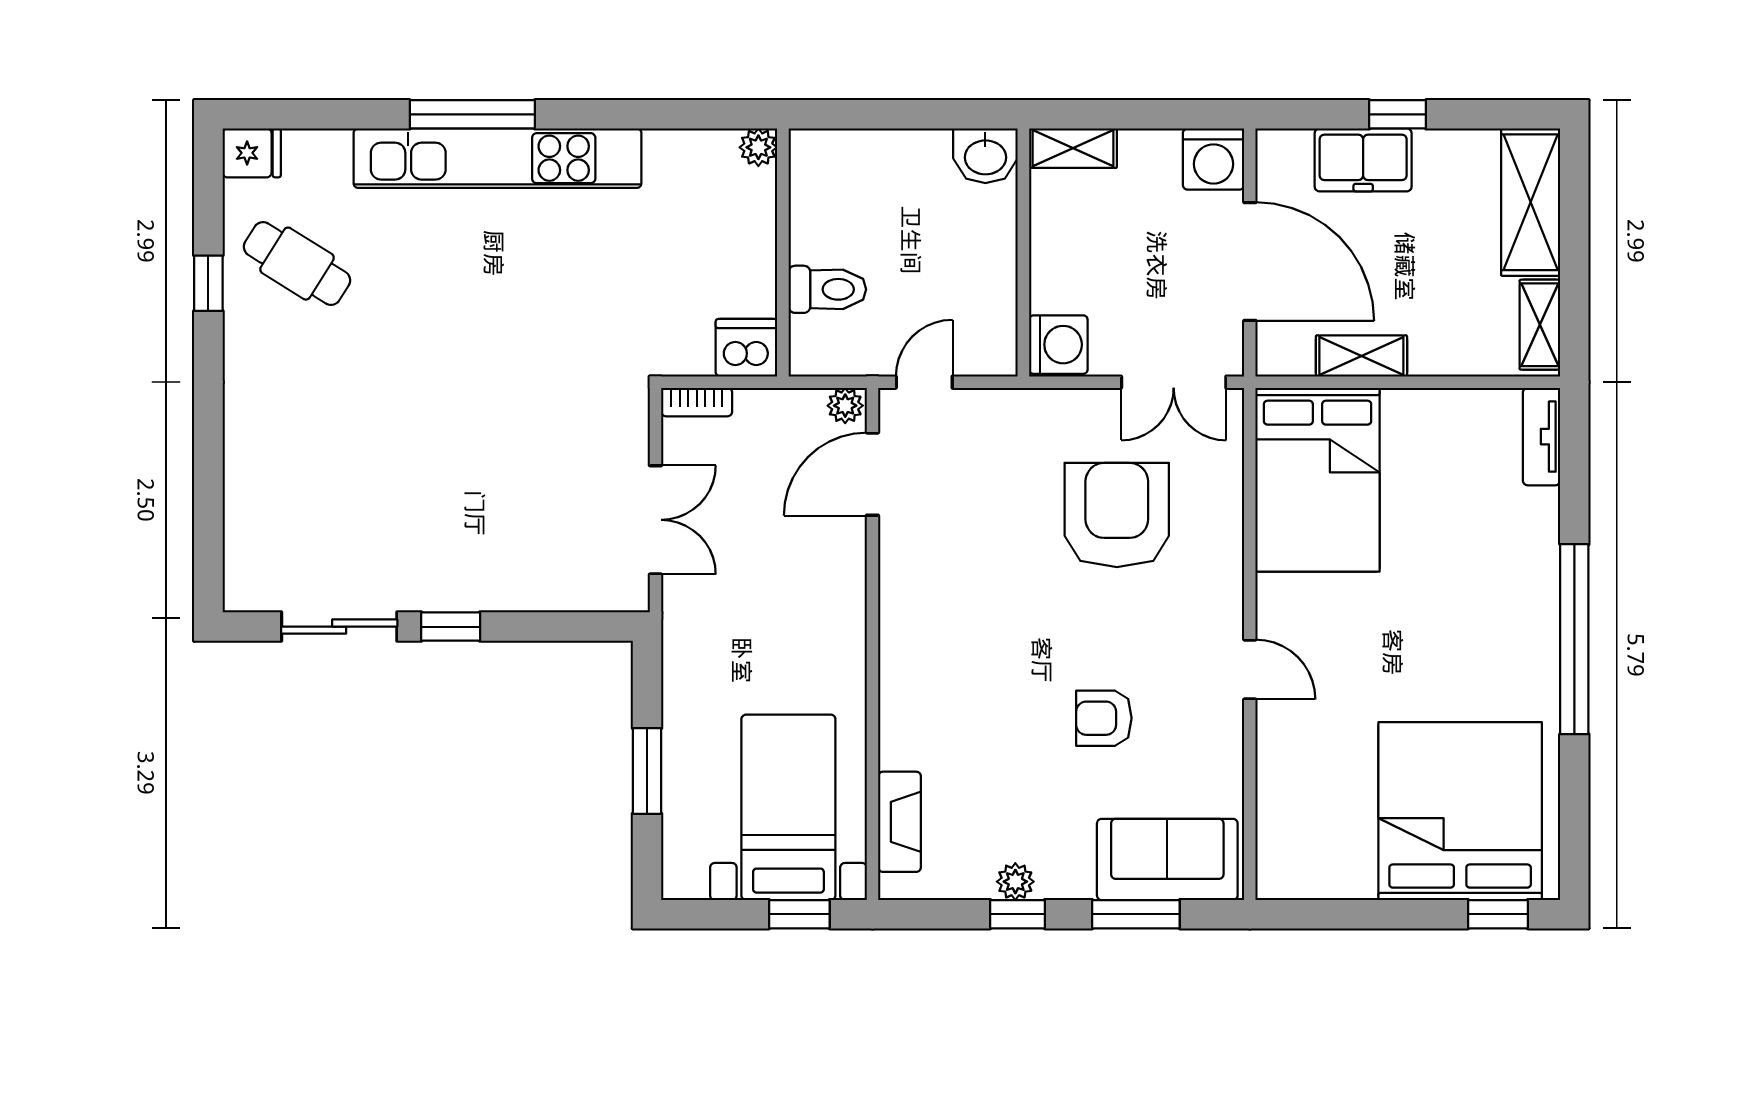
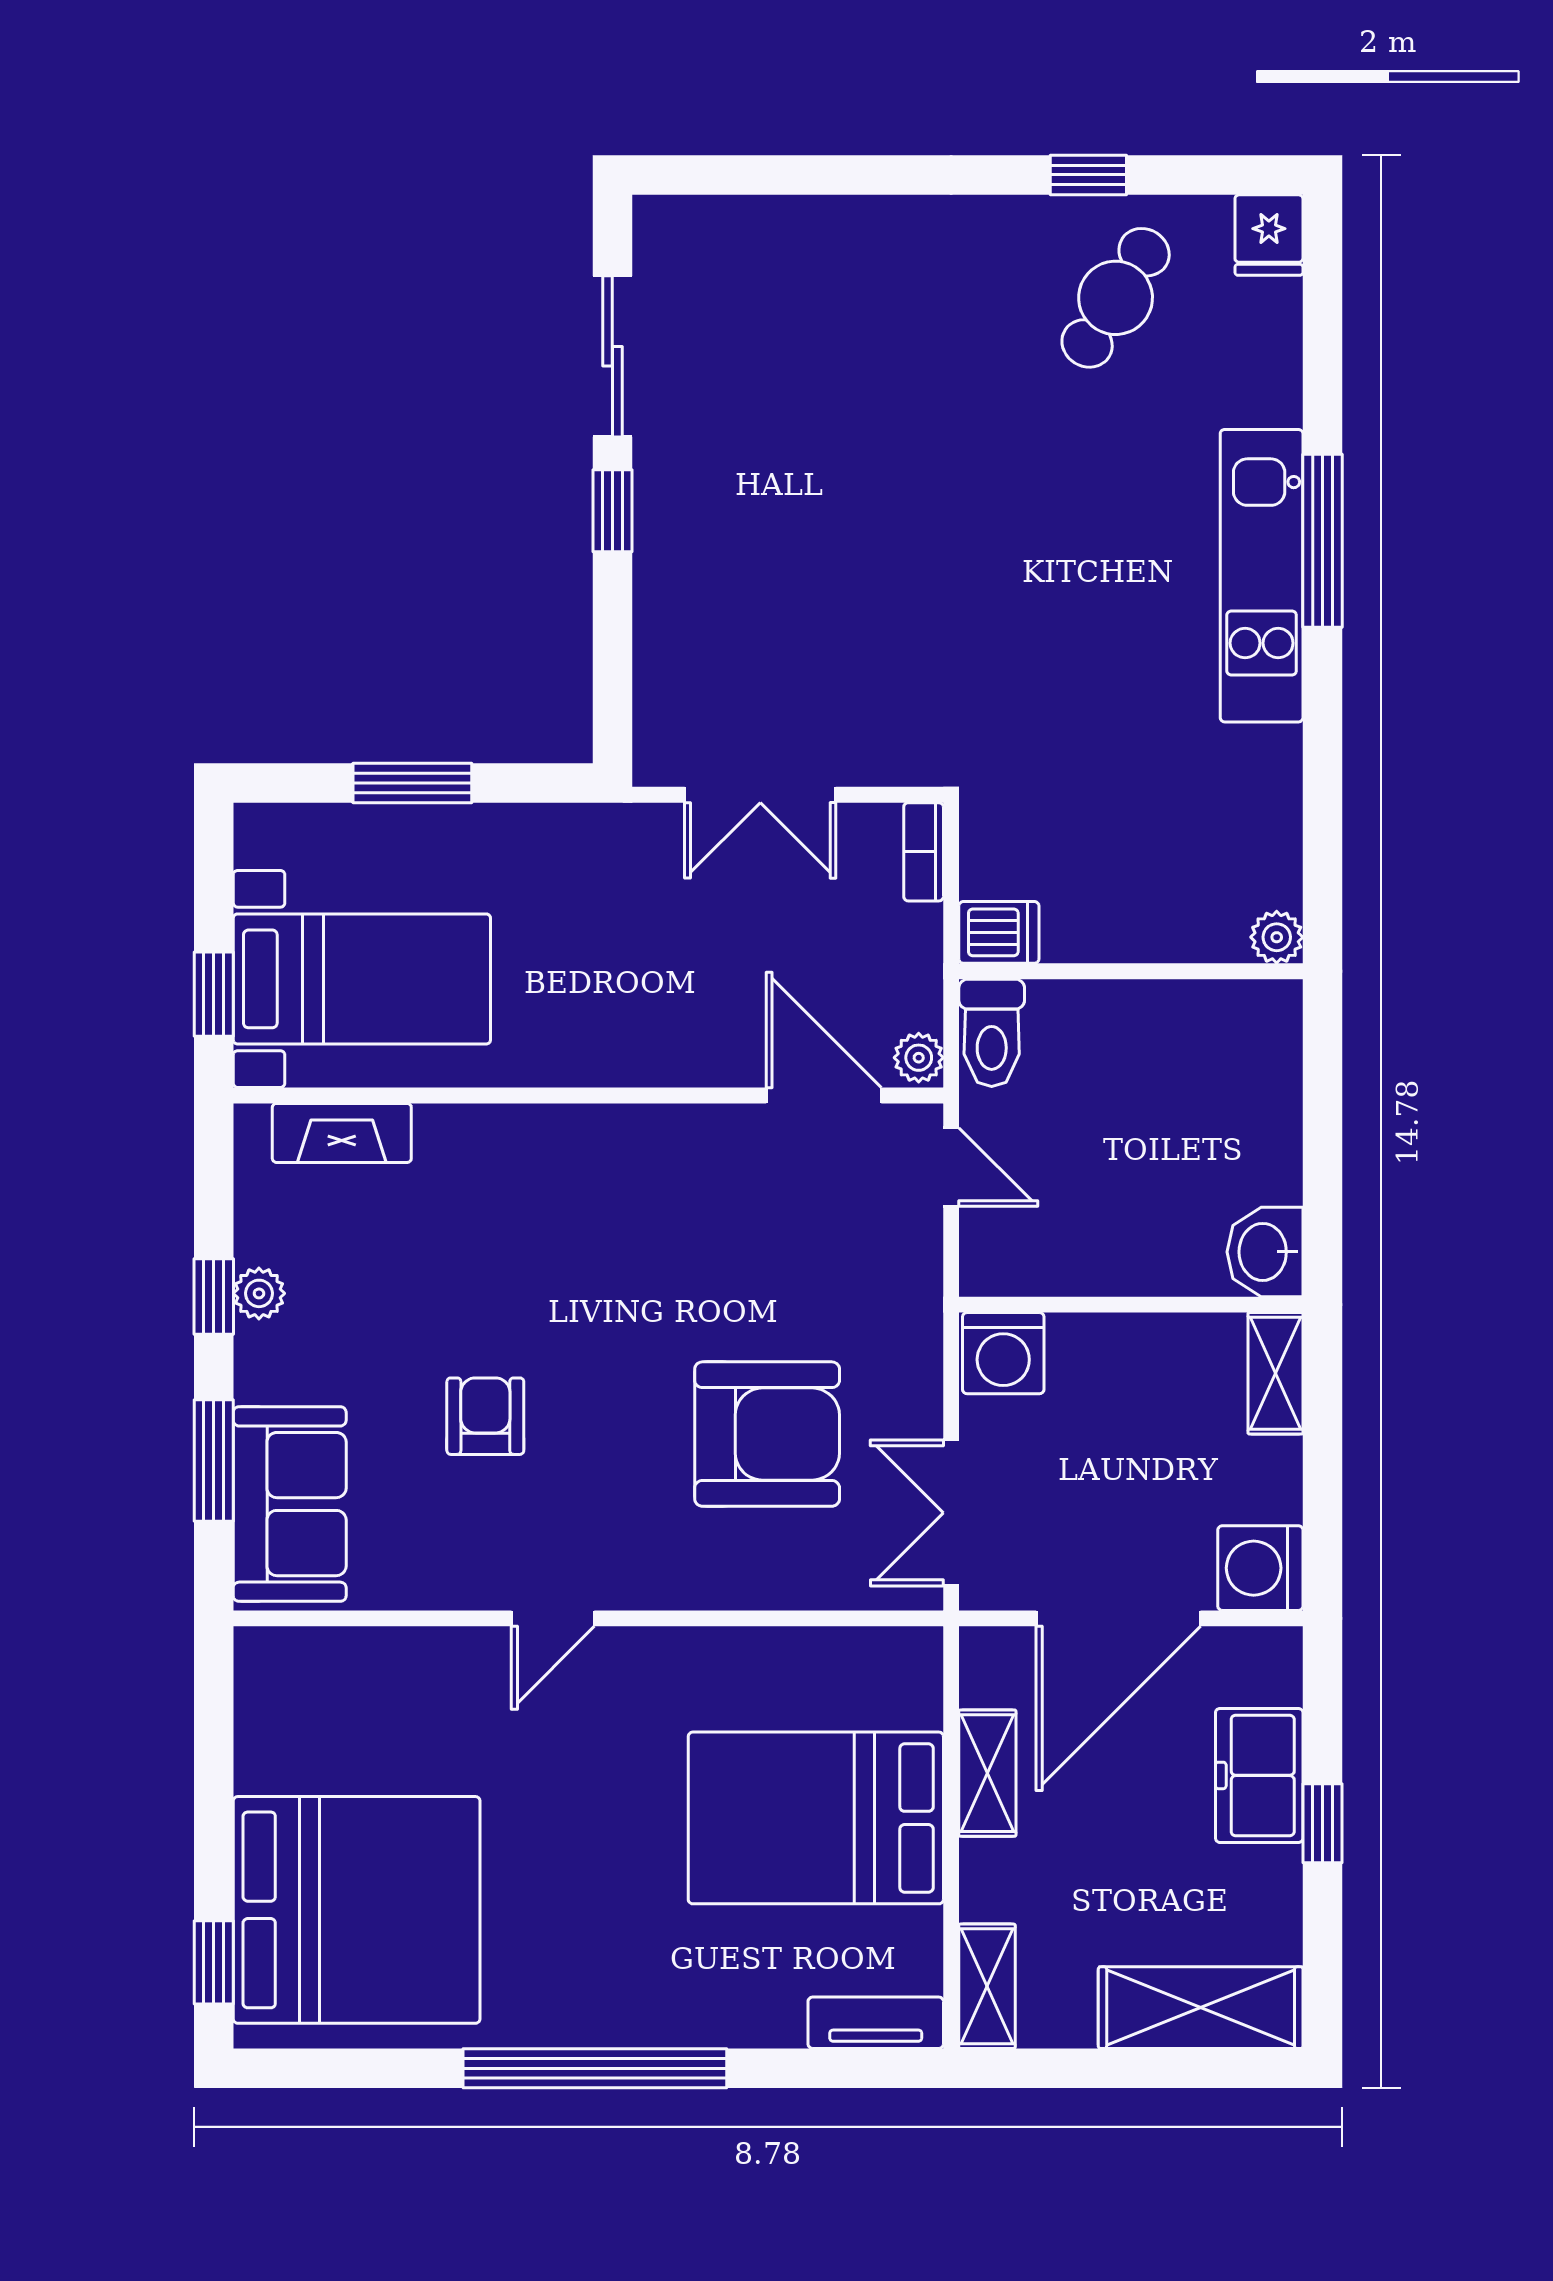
kitchen unit: (497, 158) -> (1262, 576), width x0.73
toilet: (827, 289) -> (992, 1033), moved
shelving: (1540, 325) -> (987, 1986), moved, turned 90
dishwasher: (746, 348) -> (999, 932), width x0.73
bed: (1318, 480) -> (816, 1818), moved

